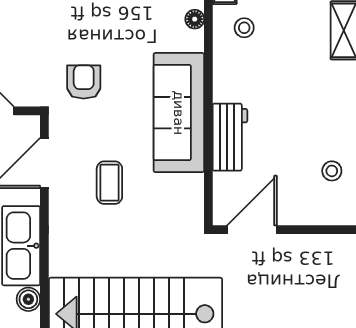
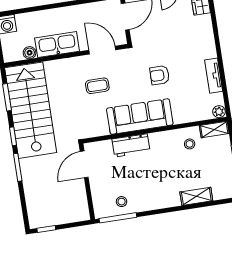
floor lamp: (195, 19) -> (190, 117), removed
armchair: (84, 82) -> (160, 75), moved, turned 180
door: (252, 230) -> (84, 164), swing flipped

